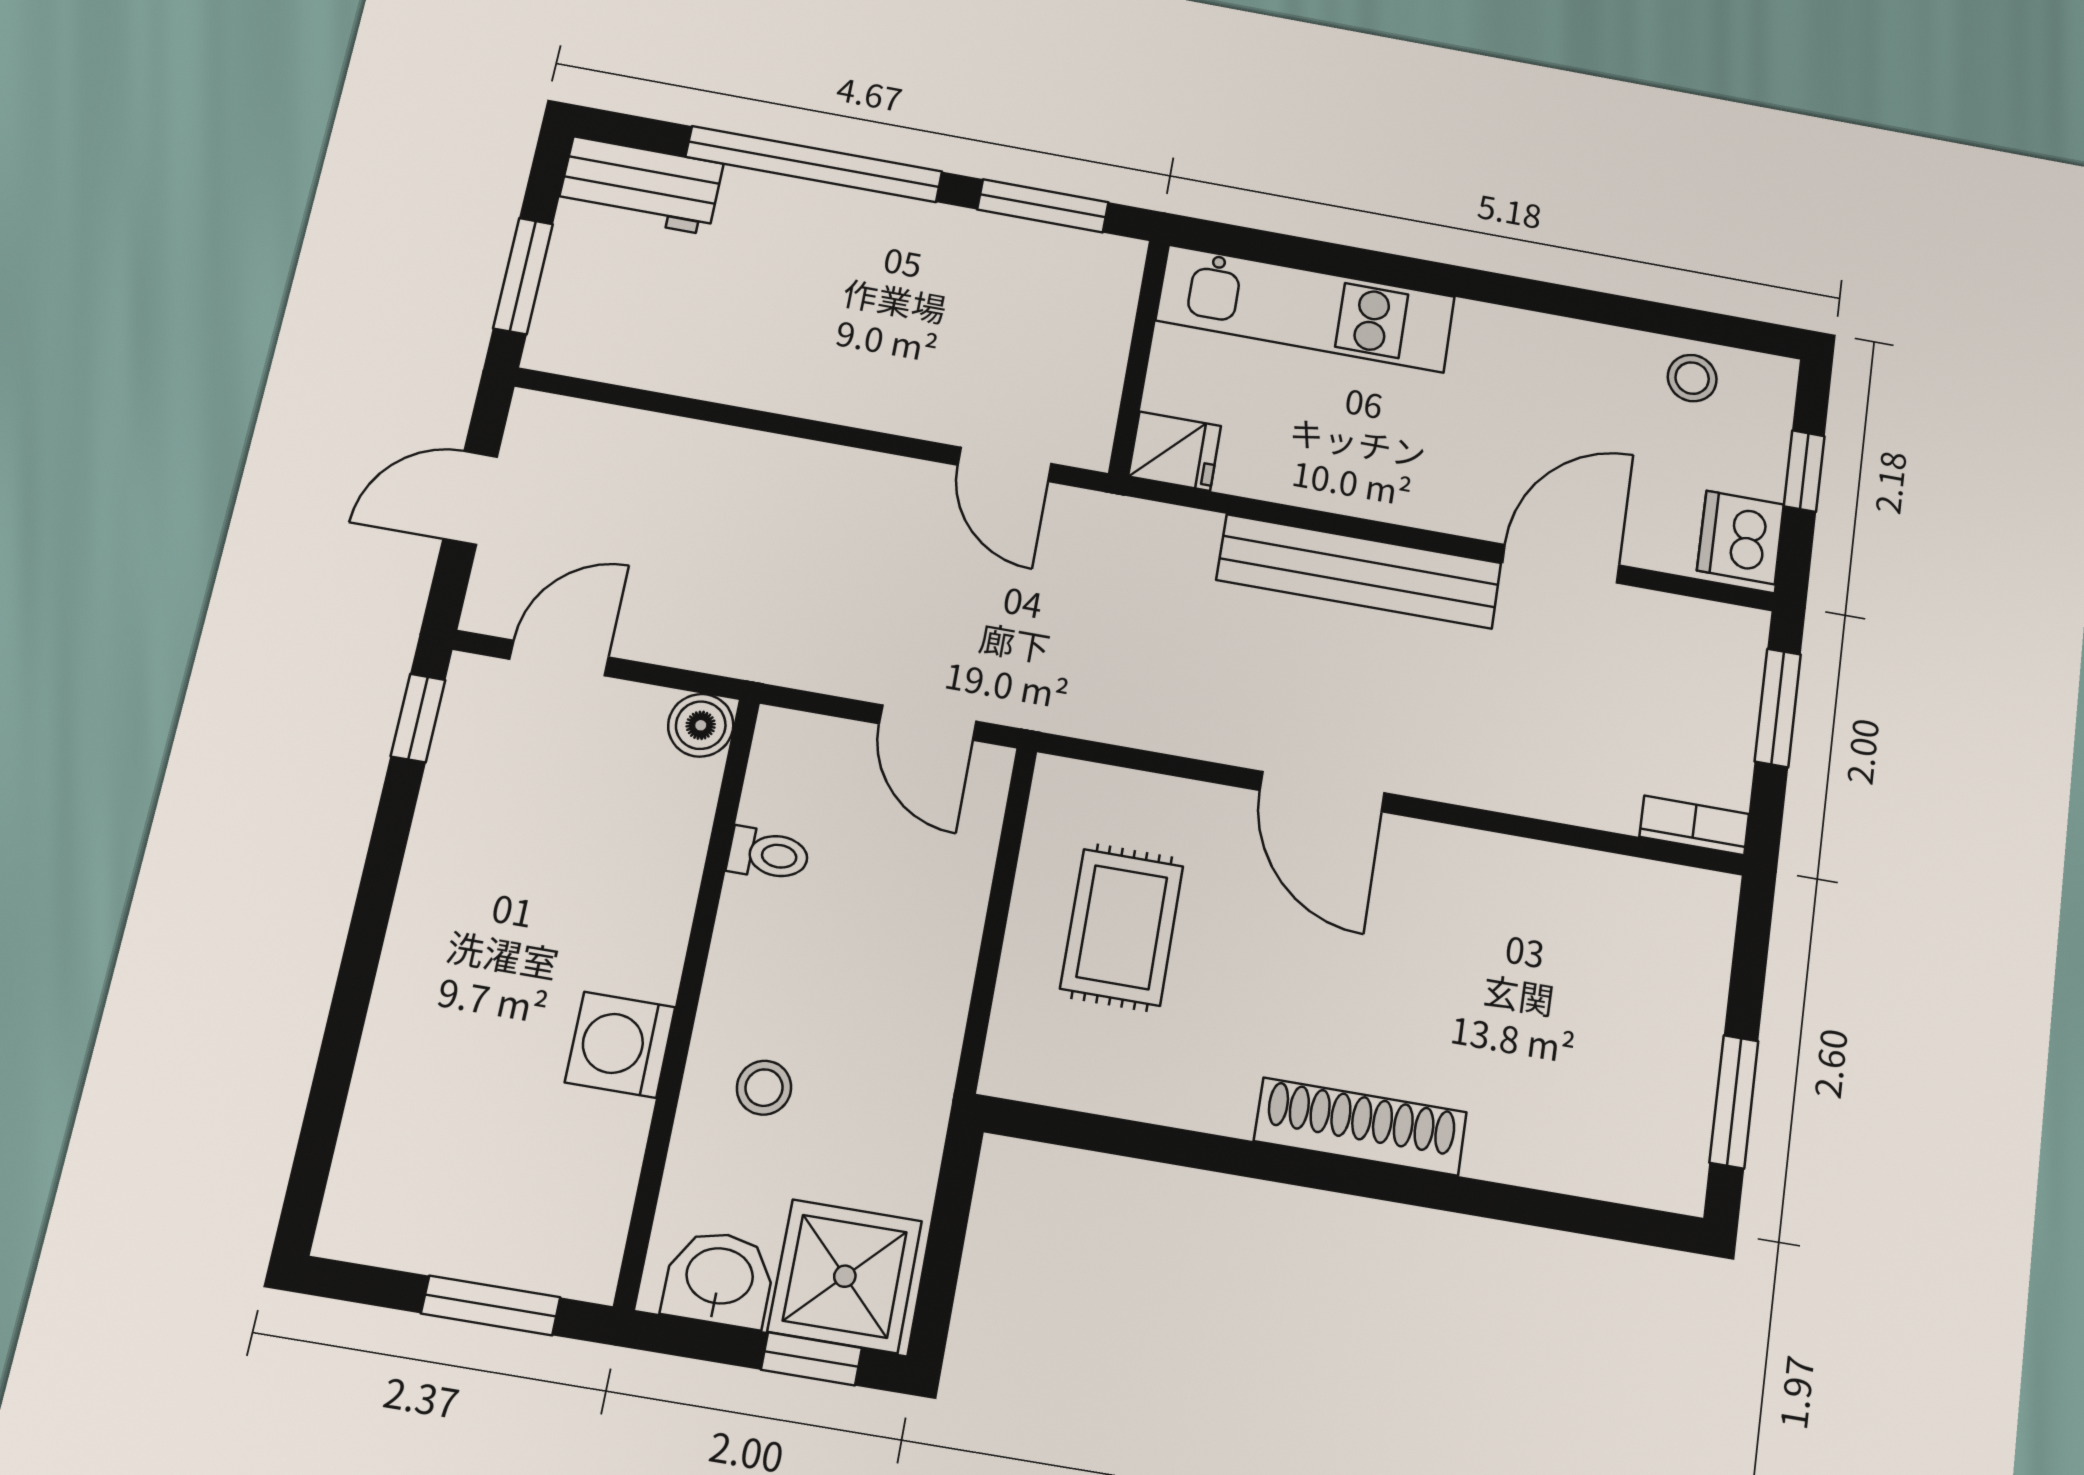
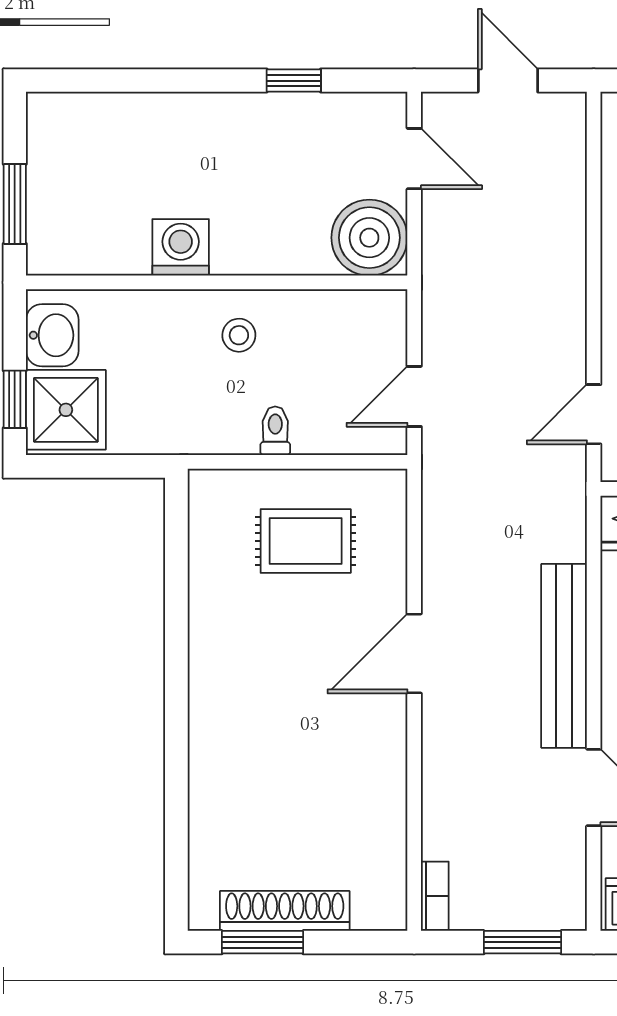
window: (418, 718) -> (294, 81), moved
boiler: (701, 725) -> (369, 238), width x1.86, depth x1.86
toilet: (768, 854) -> (275, 431), moved, turned 180
stool: (764, 1088) -> (239, 335), moved
shoe rack: (1361, 1127) -> (285, 911), moved, turned -90

